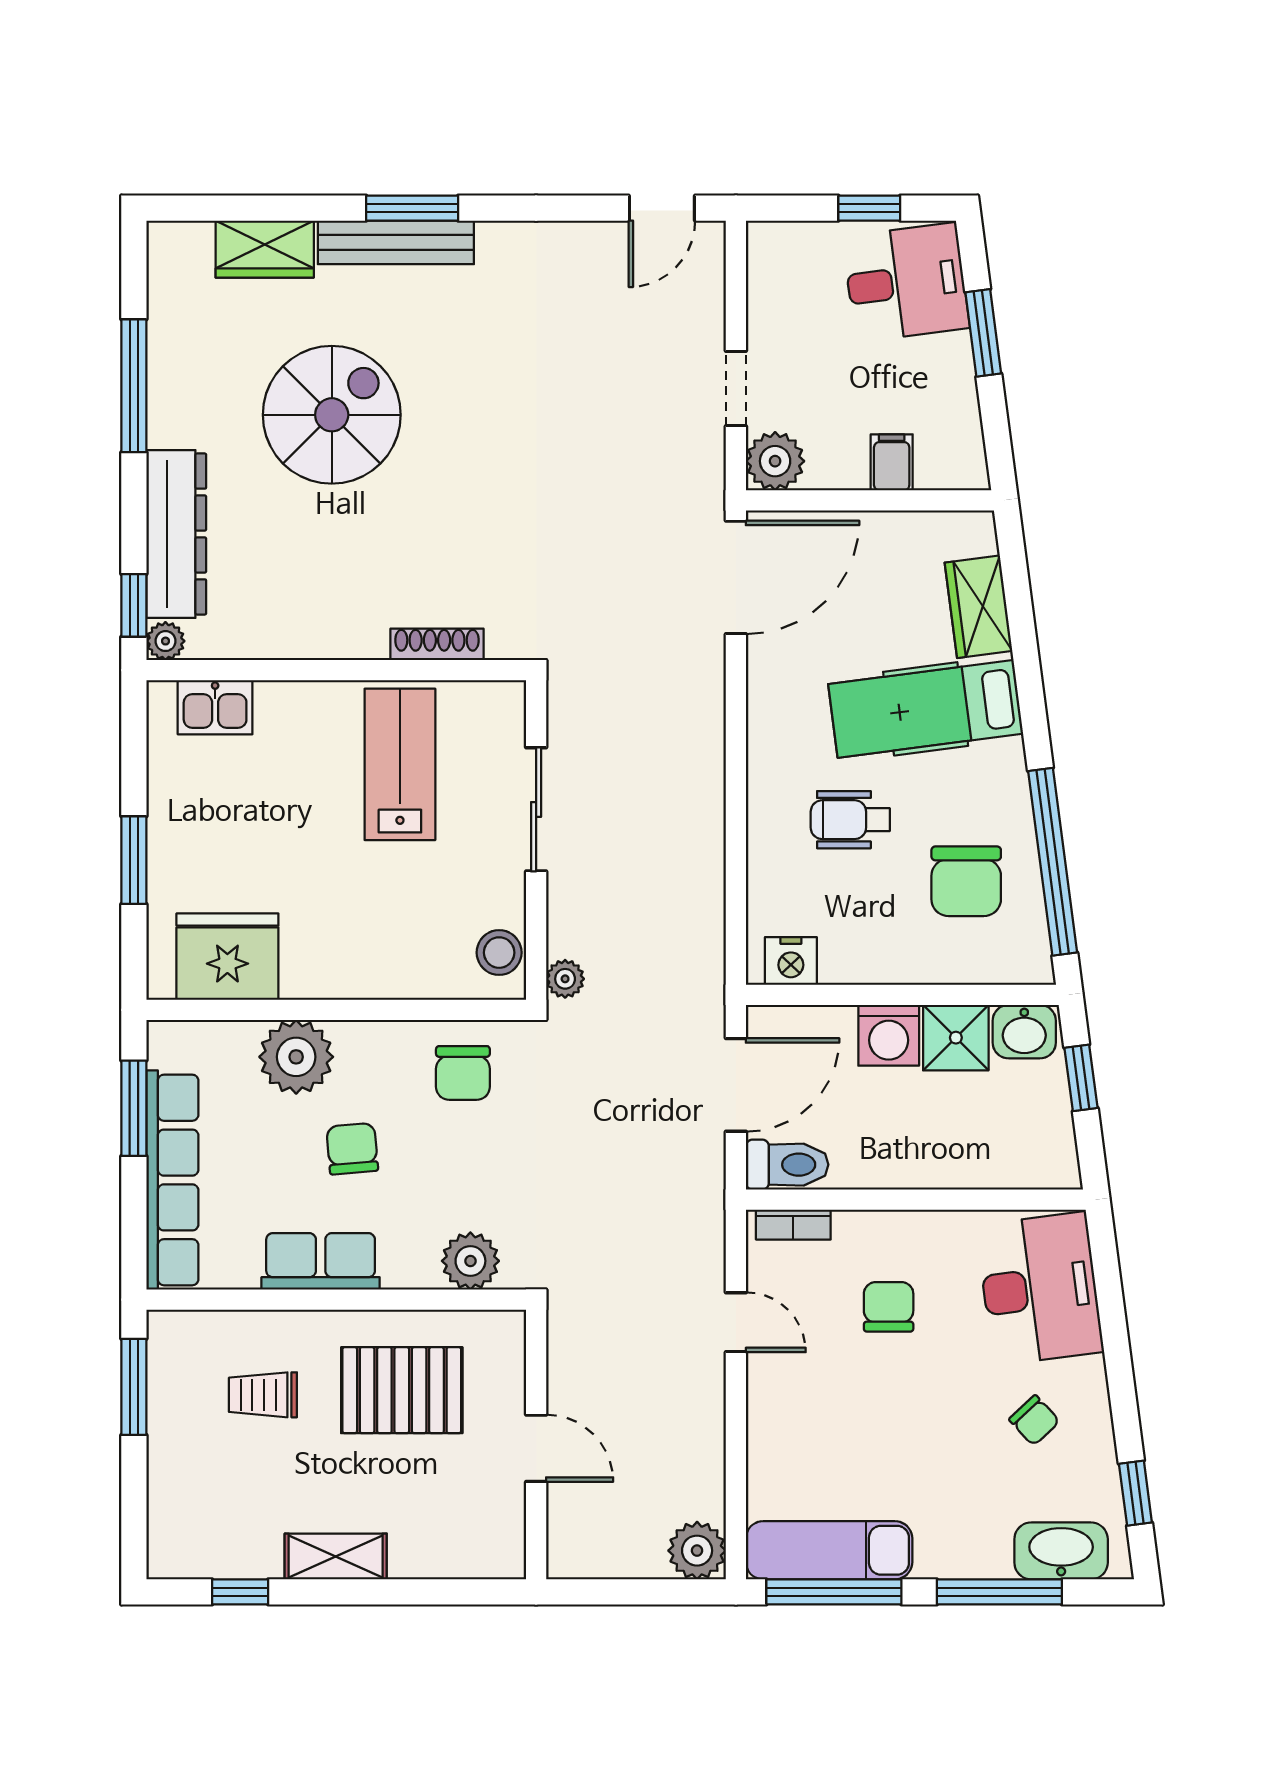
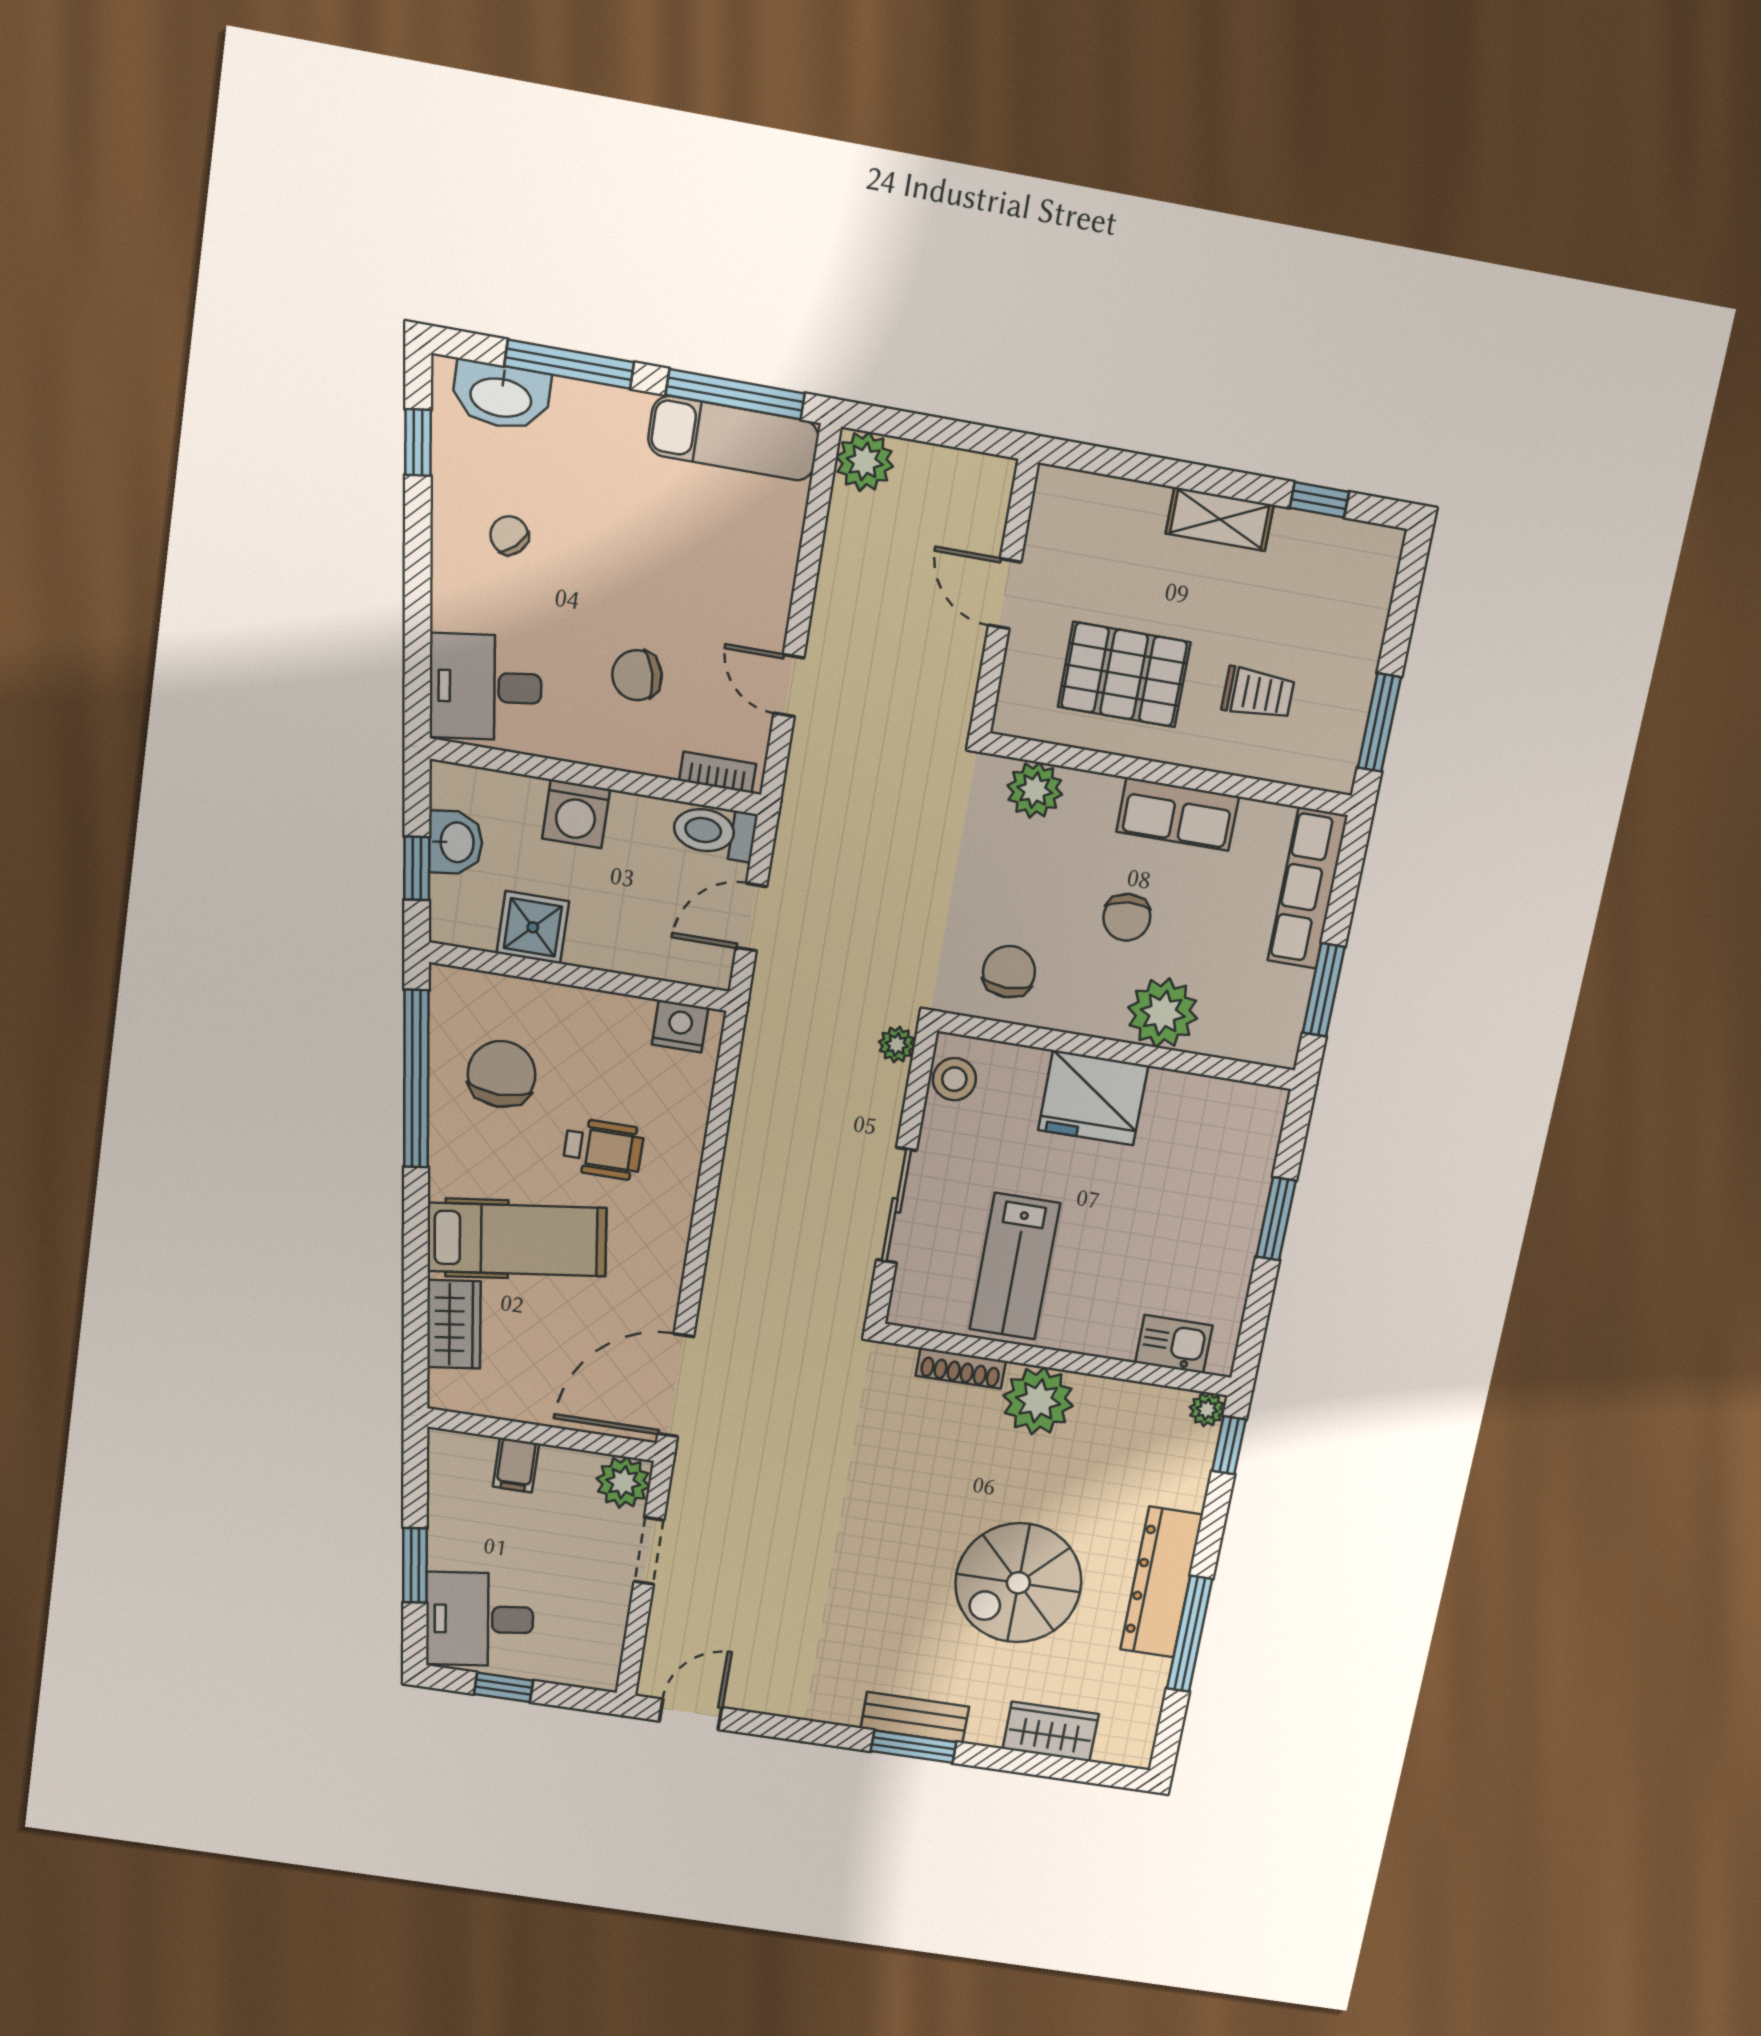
bench: (396, 242) -> (915, 1717), width x0.73
dresser: (176, 534) -> (1161, 1582), moved
plant: (348, 622) -> (1038, 1401), added
fridge: (227, 957) -> (1093, 1098), moved
washbasin: (1024, 1032) -> (456, 842), moved, turned 83
washing machine: (889, 1035) -> (576, 814), moved, turned 180
door: (736, 1085) -> (751, 917), width x0.73
row of seats: (172, 1180) -> (1308, 888), width x0.73
desk: (1040, 1289) -> (485, 687), width x0.73
chair: (889, 1307) -> (637, 675), turned 75

